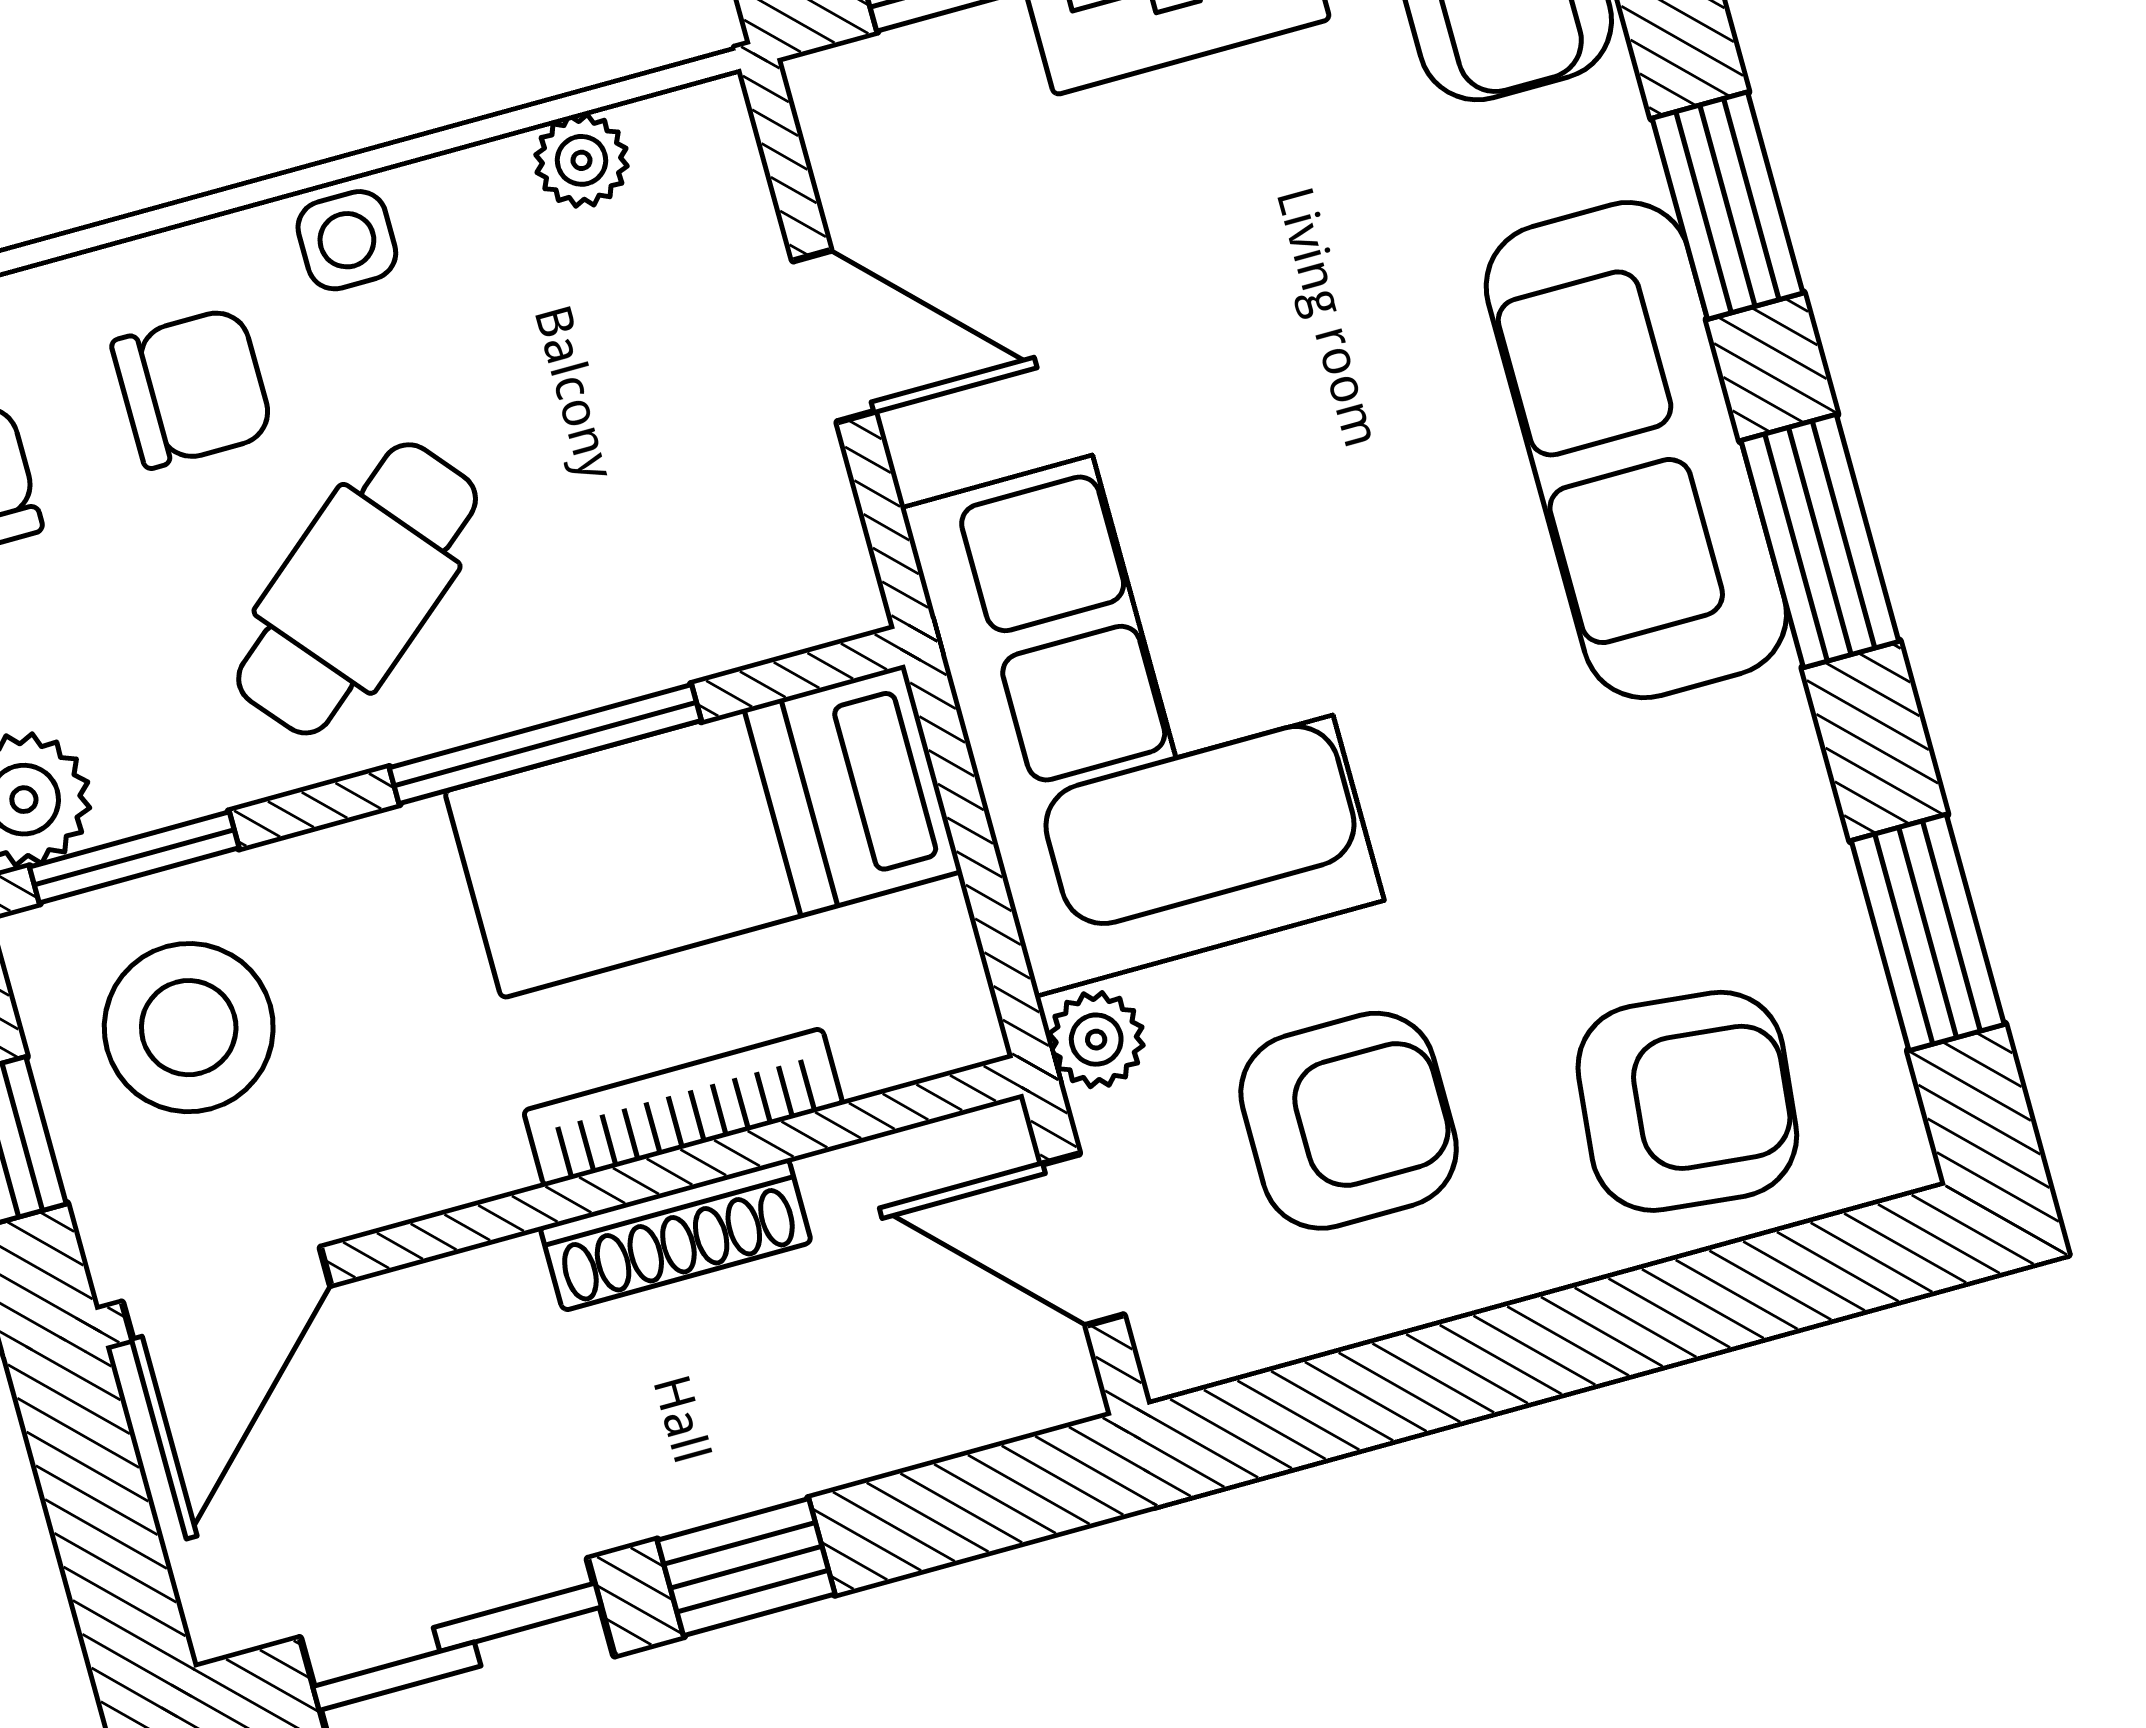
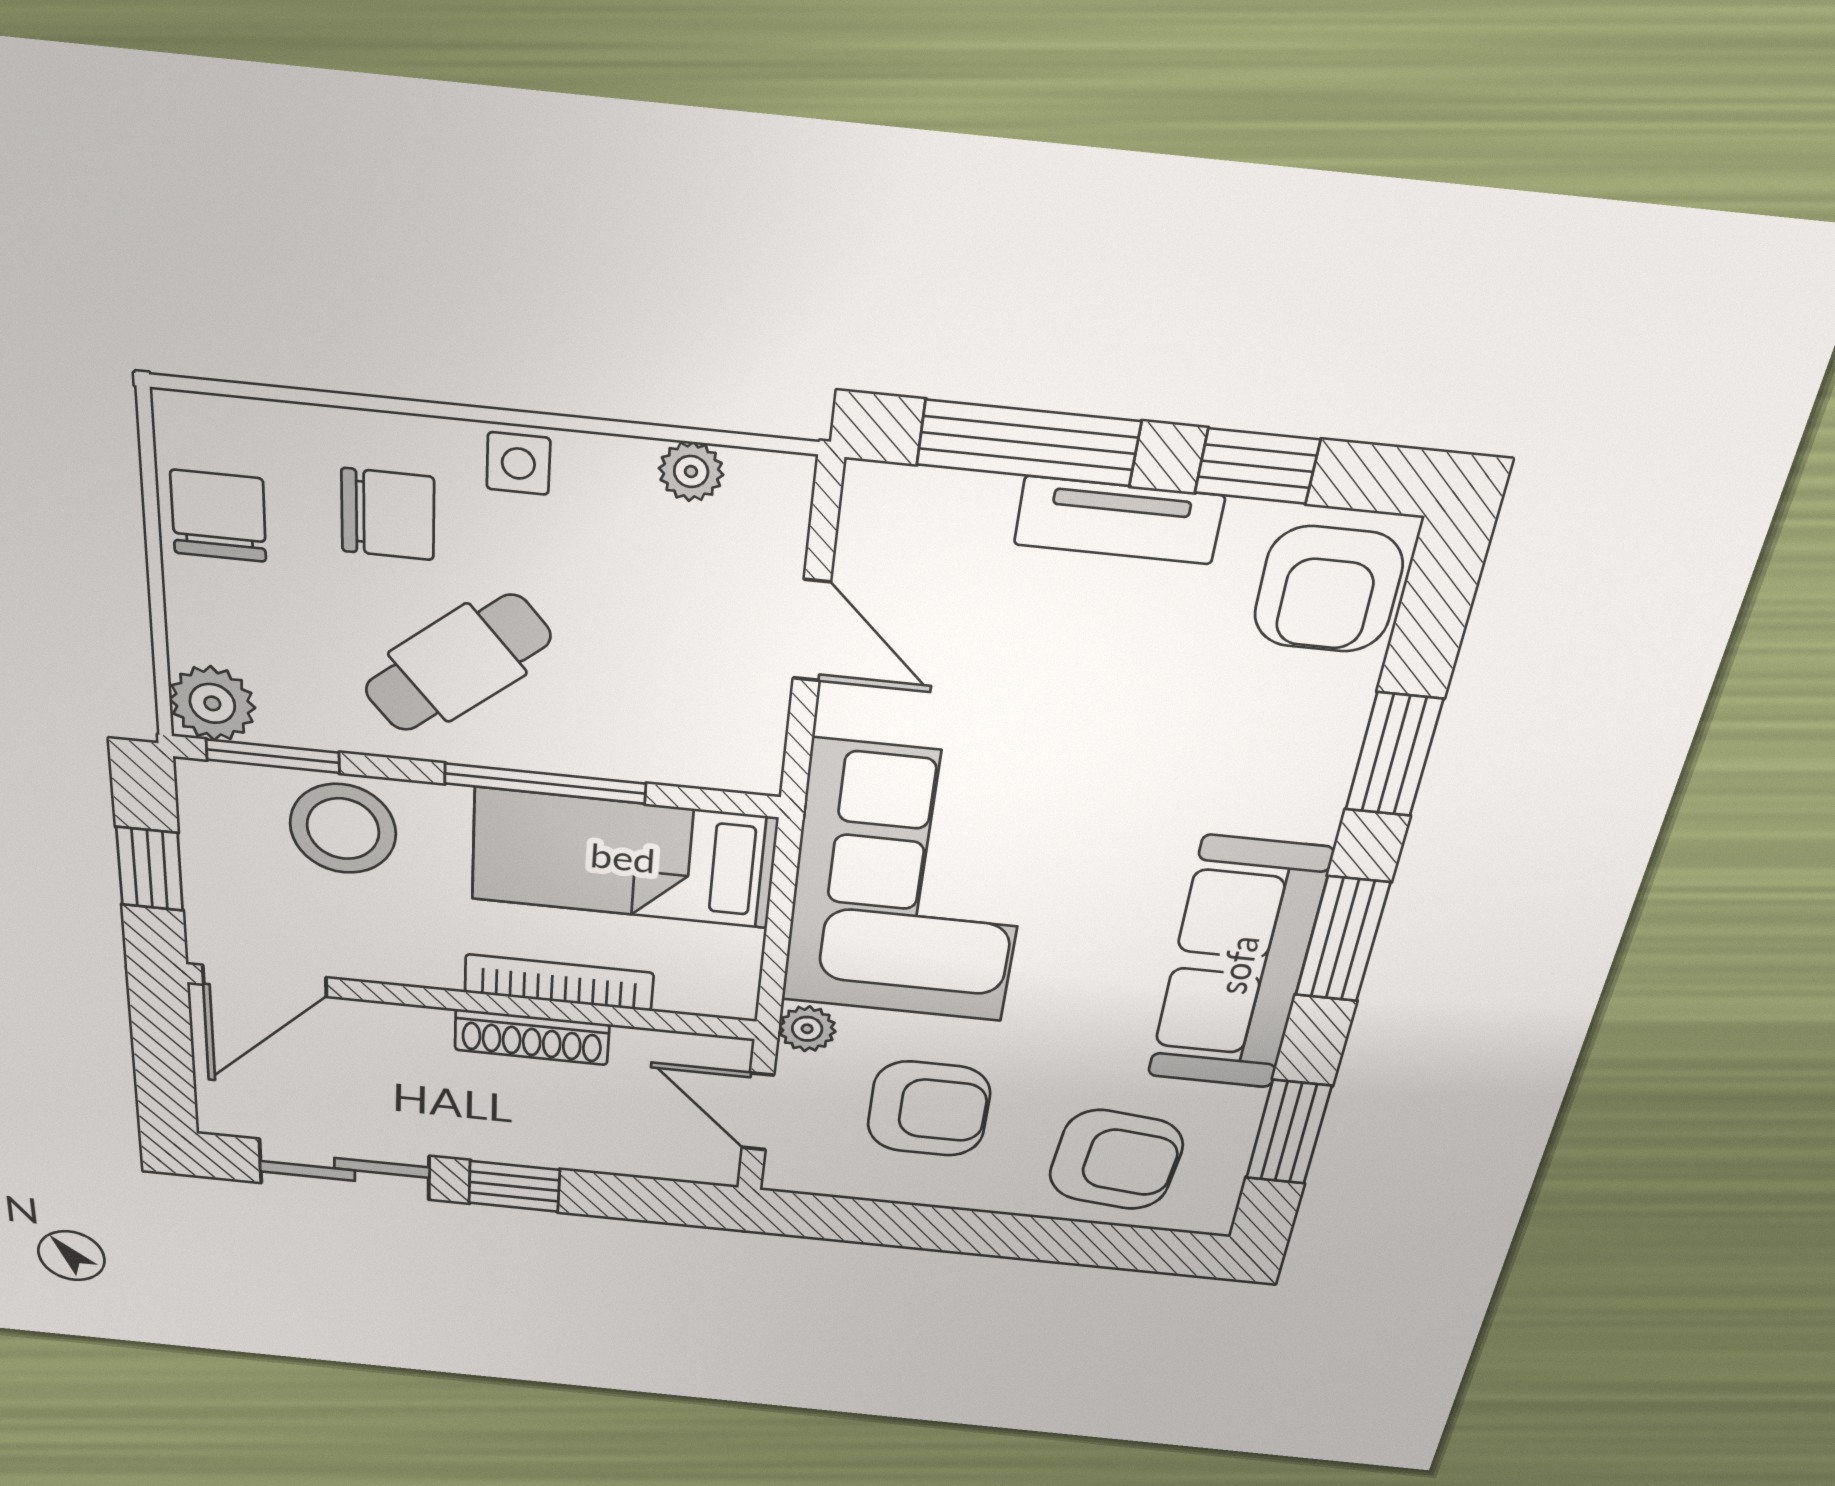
sofa: (1636, 450) -> (1238, 965), moved
stool: (189, 1028) -> (343, 829), moved

